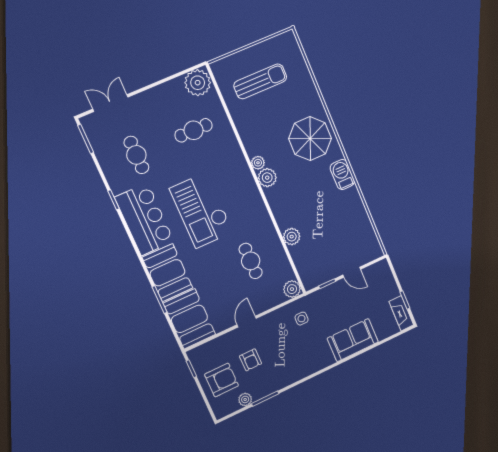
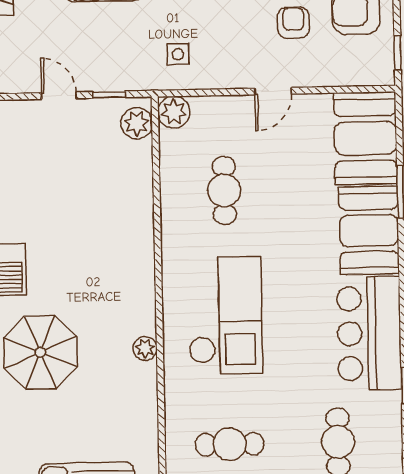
plant: (267, 178) -> (140, 317), removed
checkout: (201, 210) -> (225, 315), moved
plant: (292, 237) -> (137, 123), moved

